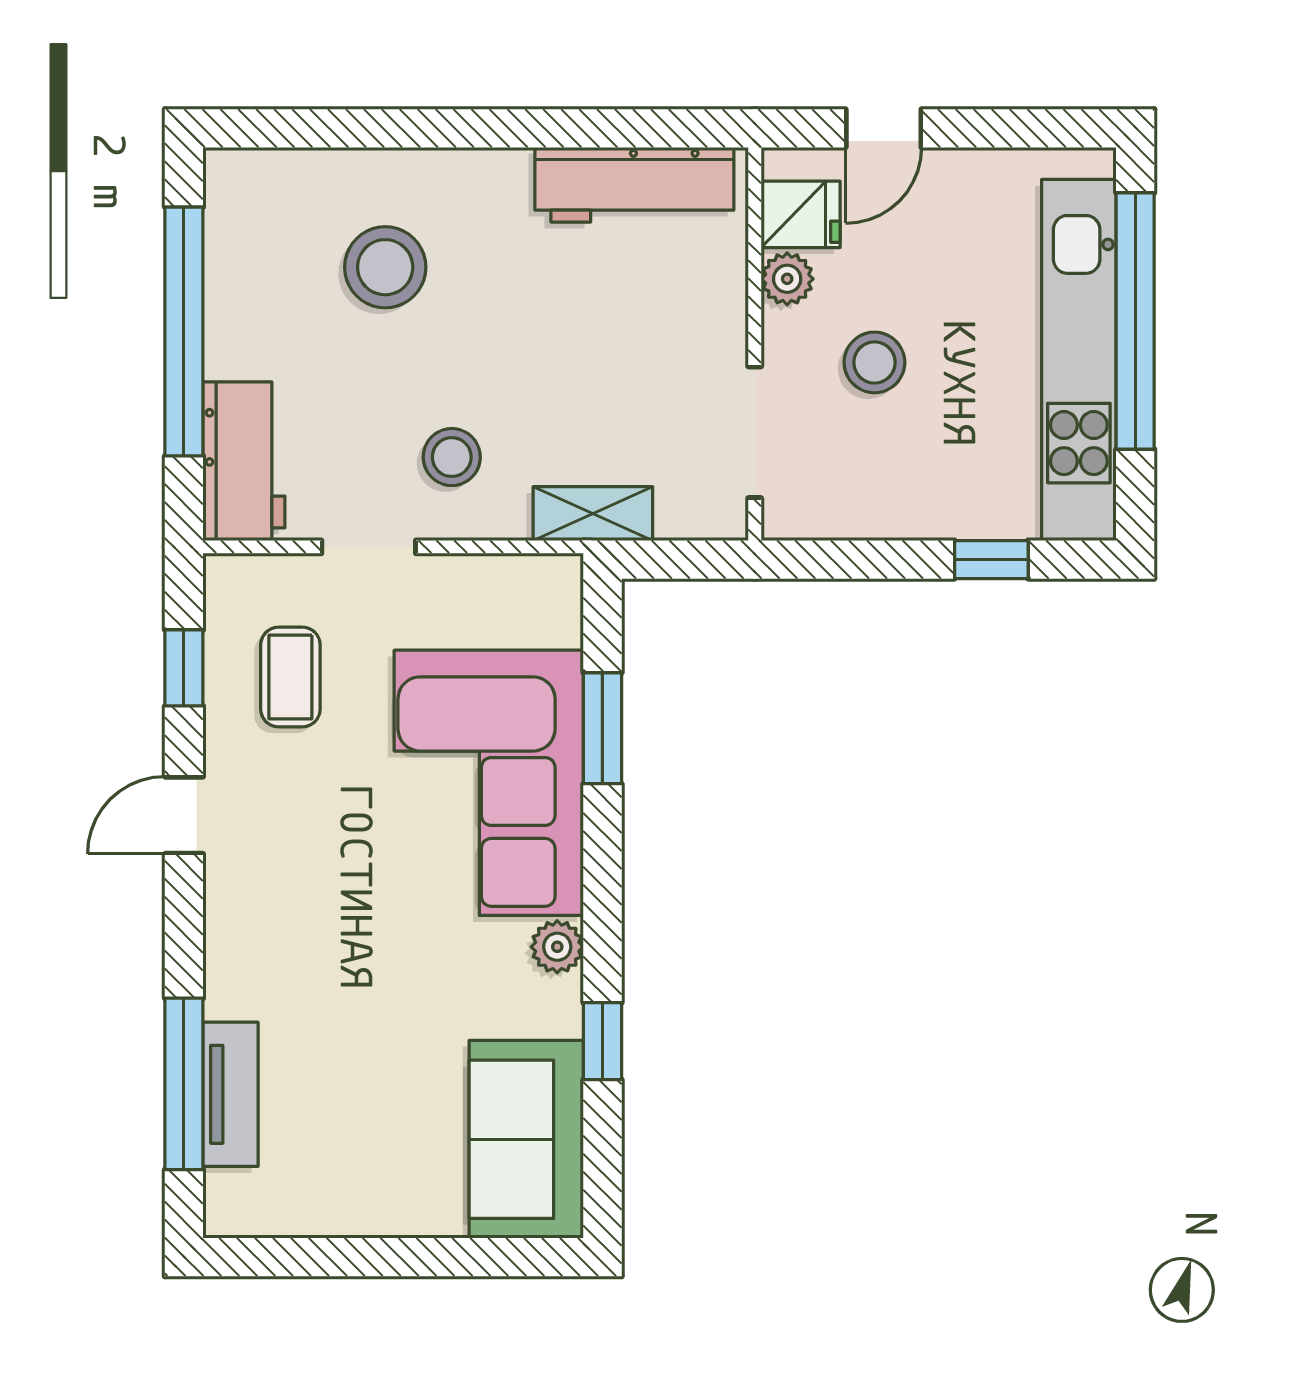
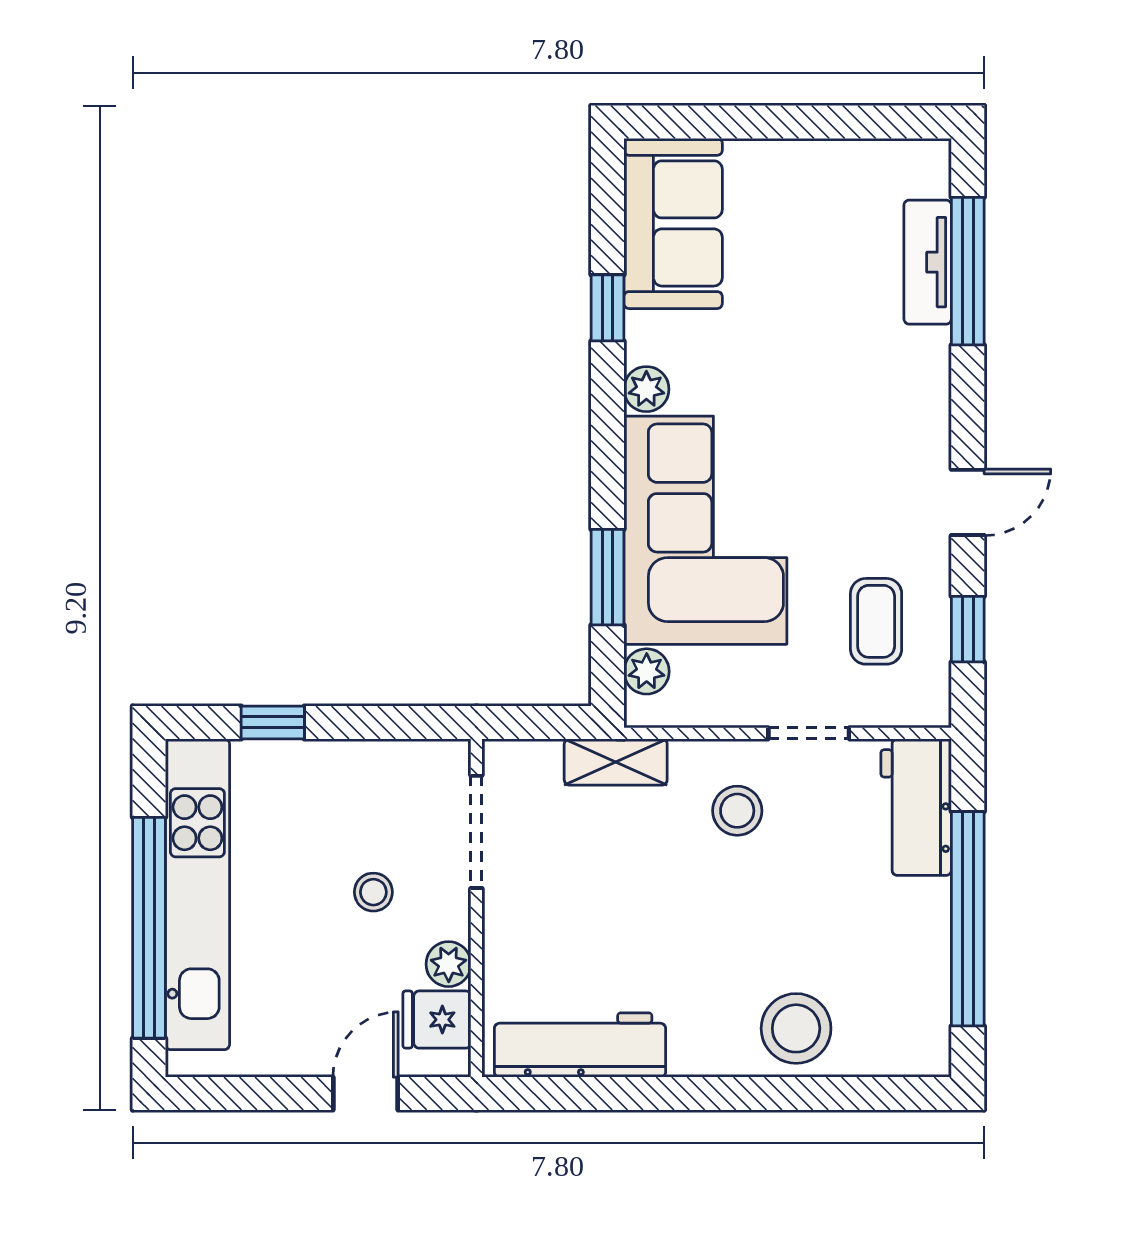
stool: (385, 267) -> (796, 1028), moved
stool: (874, 362) -> (373, 892), width x0.73, depth x0.73
plant: (557, 619) -> (647, 671), added

